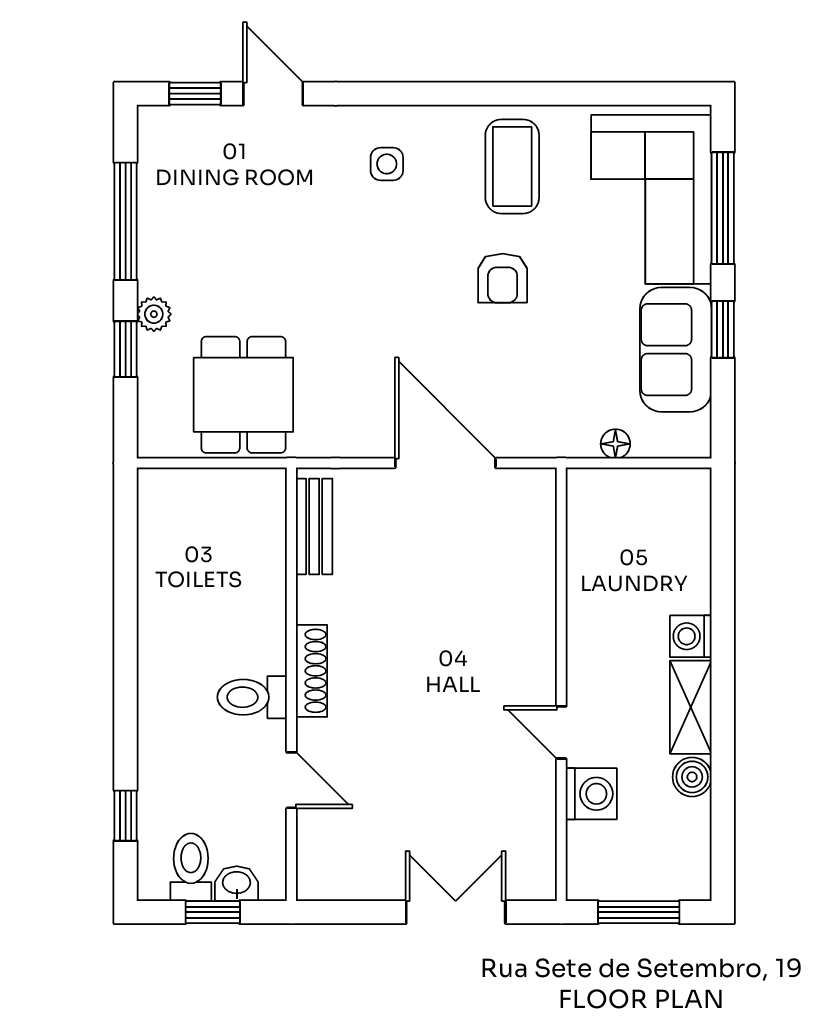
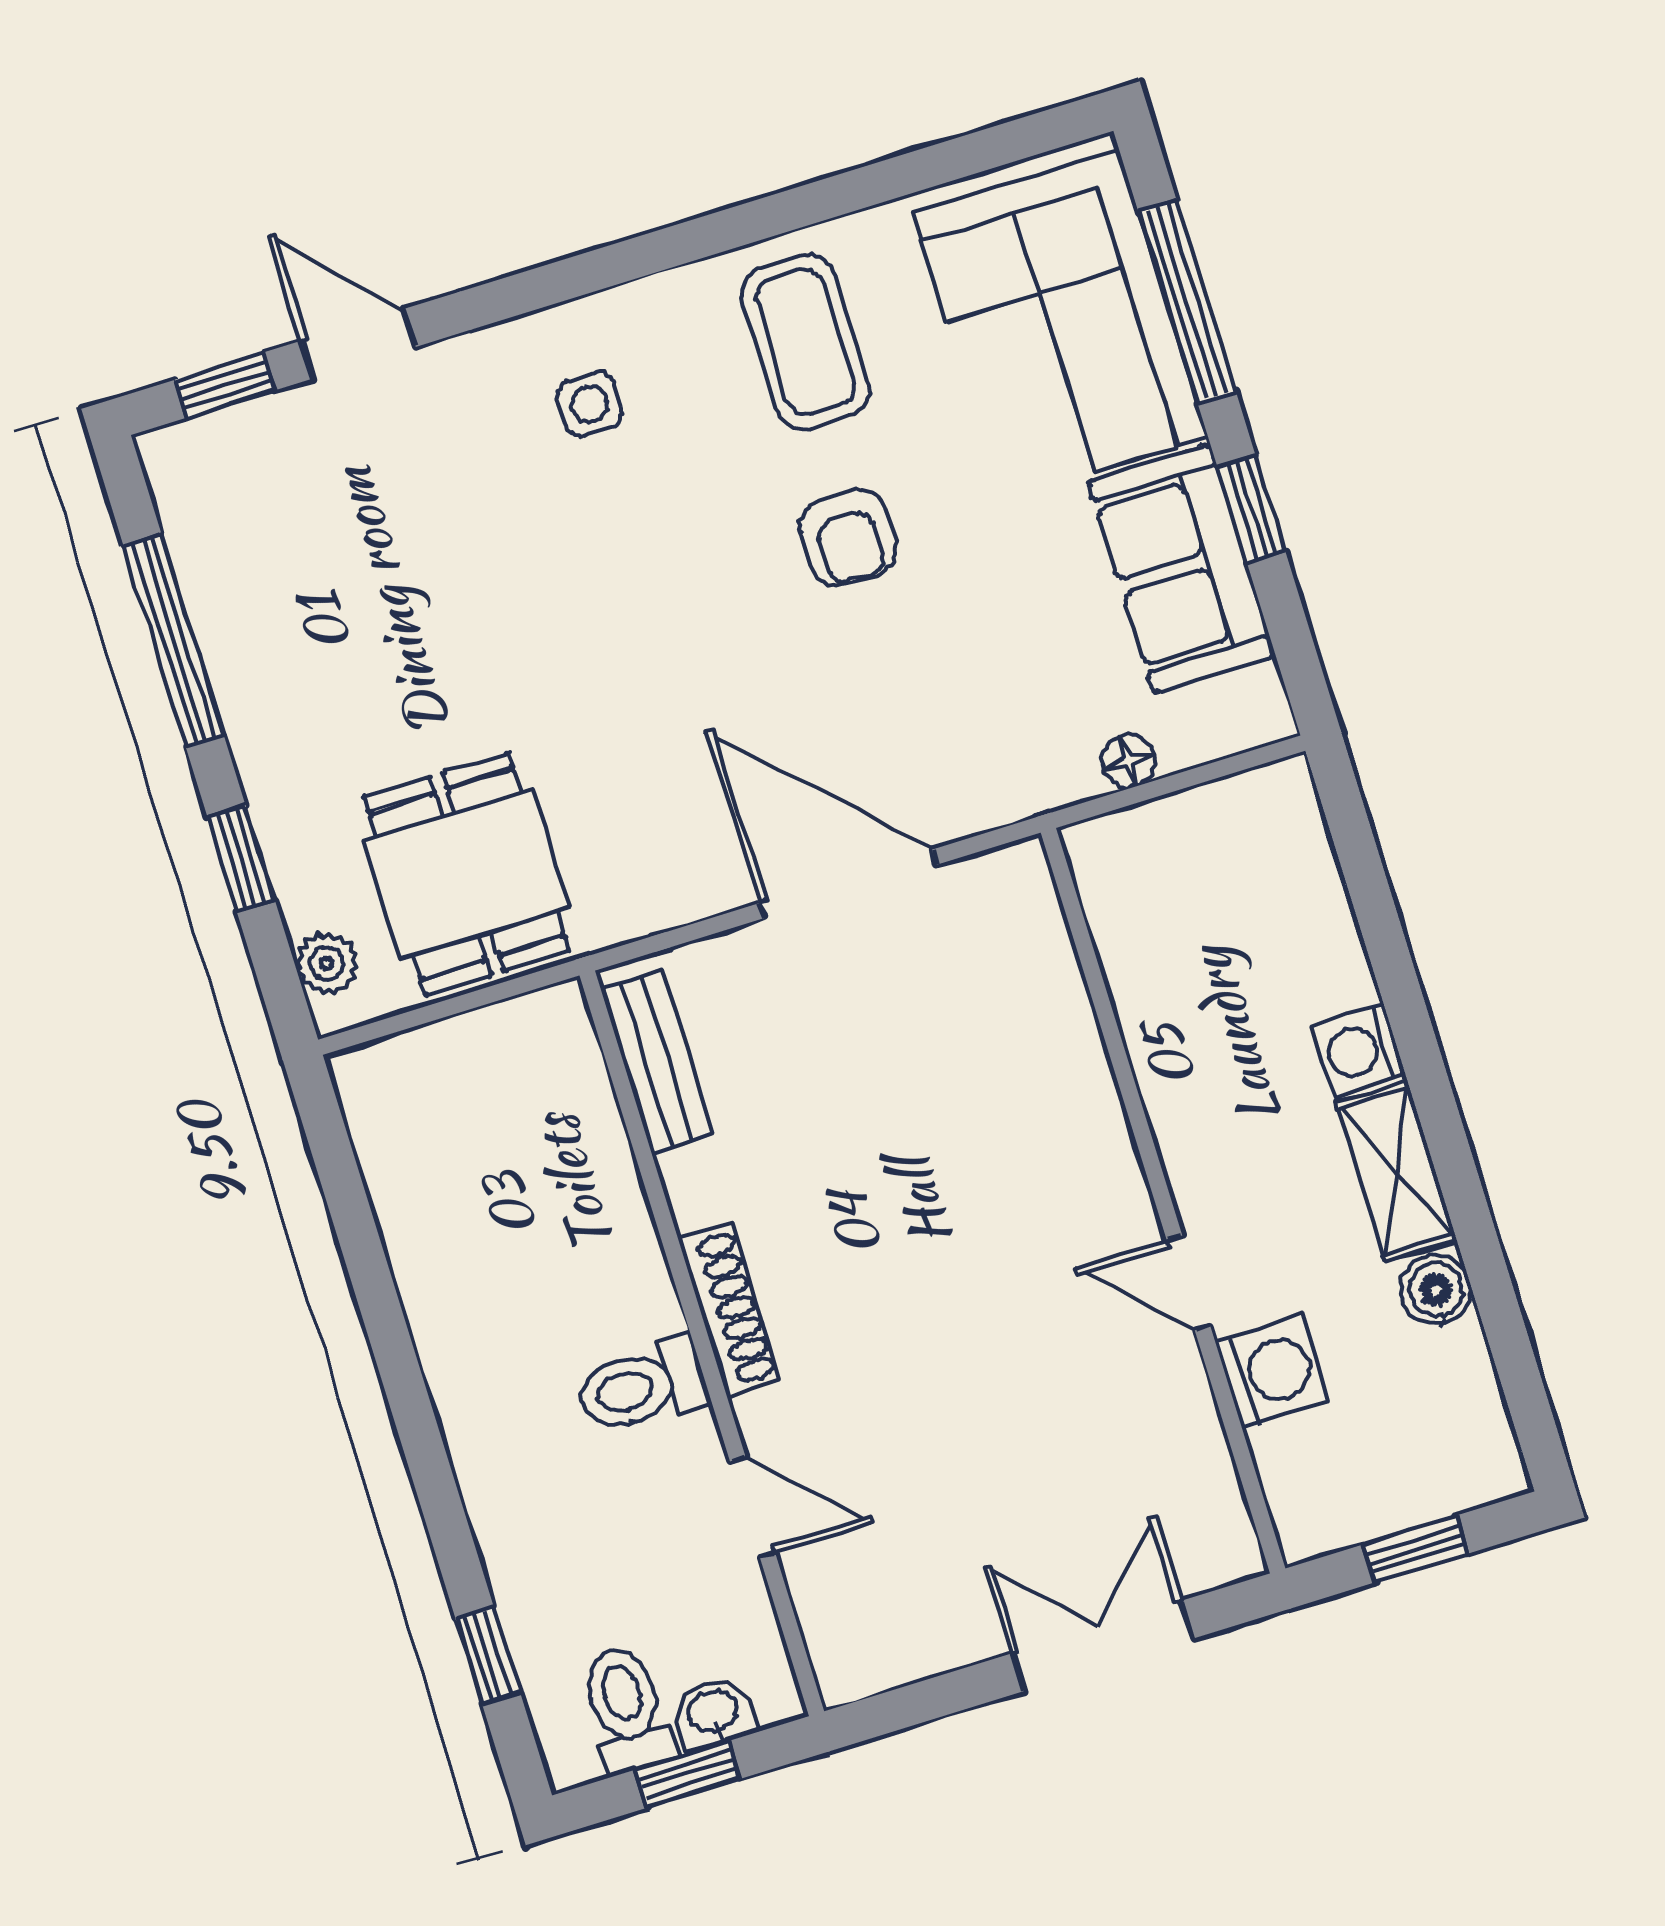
plant: (154, 314) -> (327, 964), moved
window: (639, 912) -> (1416, 1549), width x0.67

